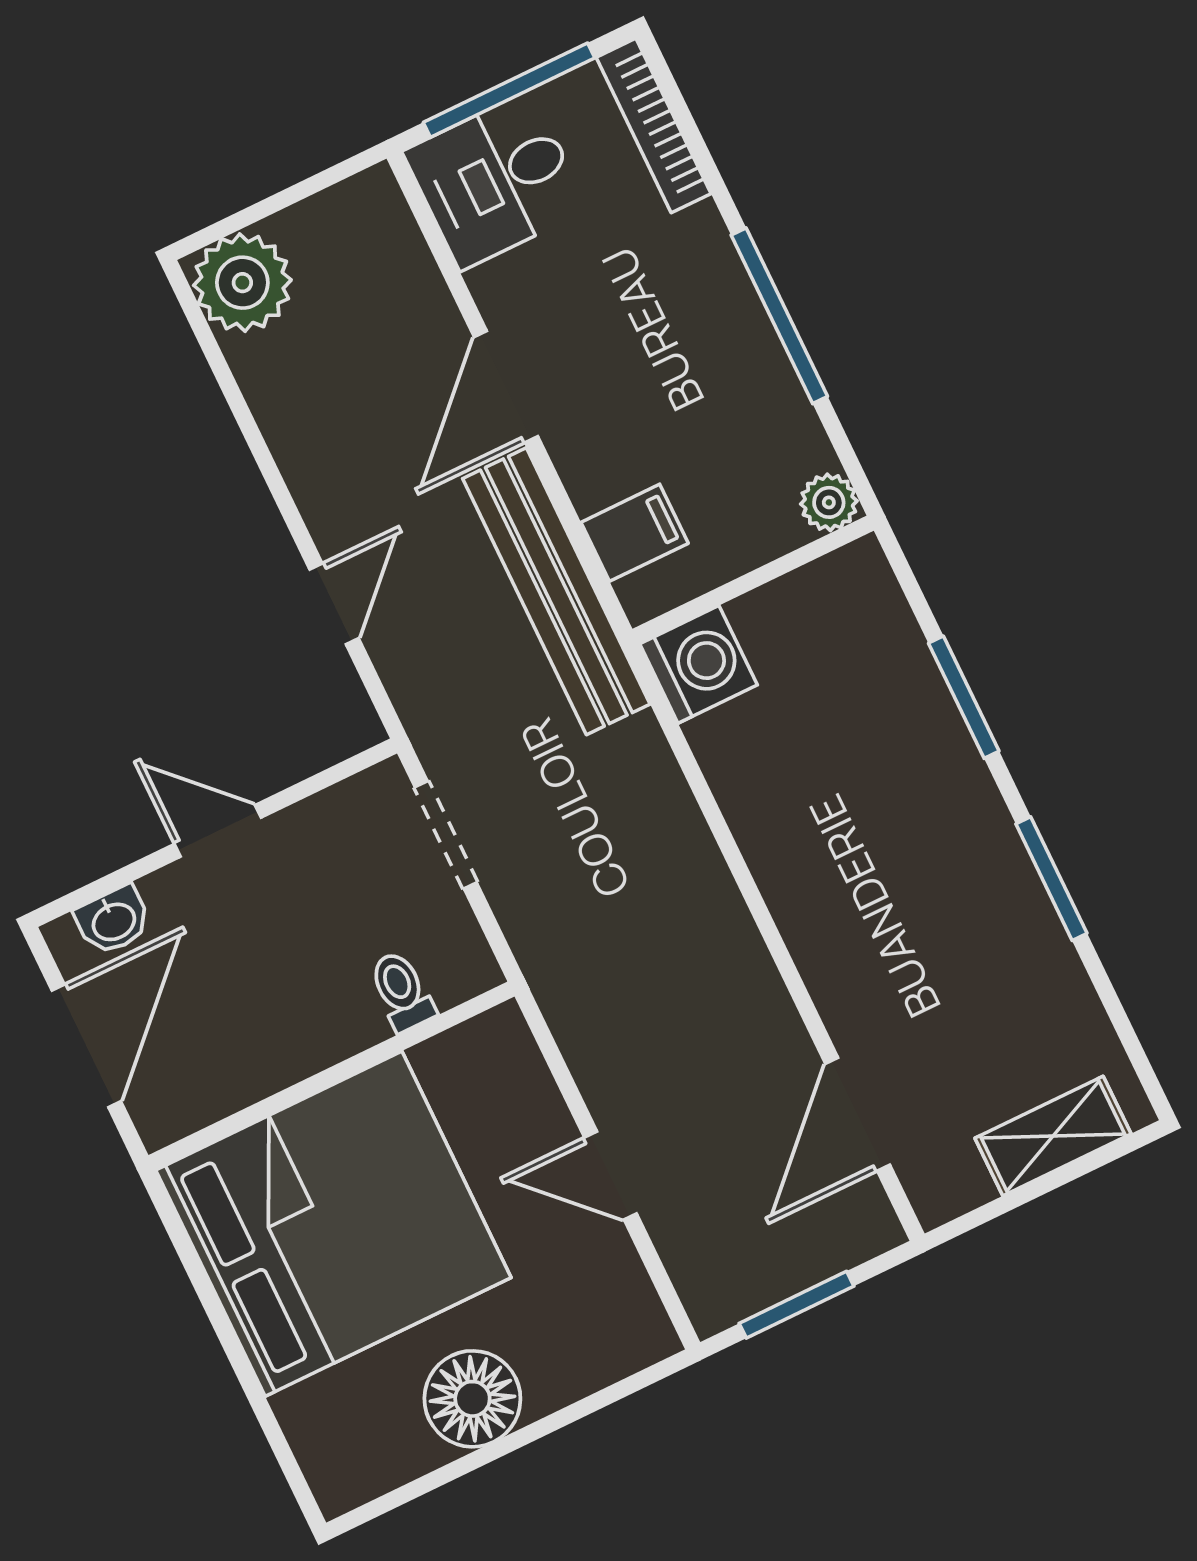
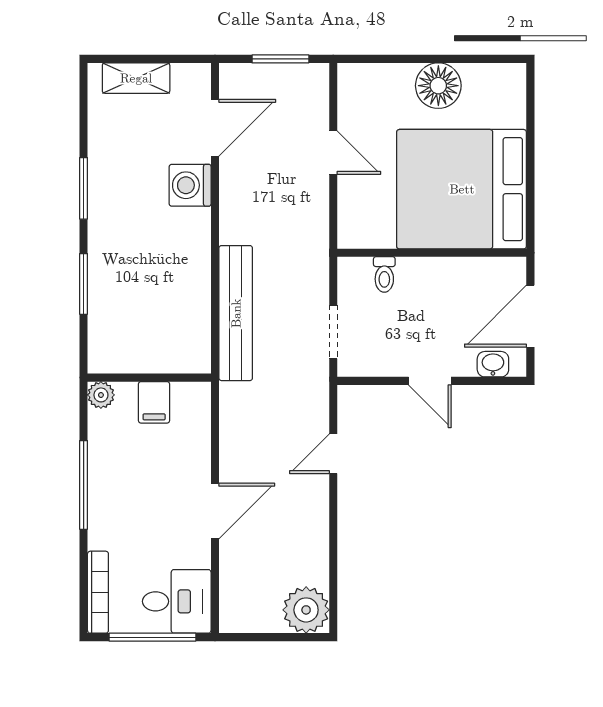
filing cabinet: (635, 533) -> (154, 402), moved, turned -90
bench: (556, 591) -> (236, 313), moved
washing machine: (698, 664) -> (190, 185), moved

